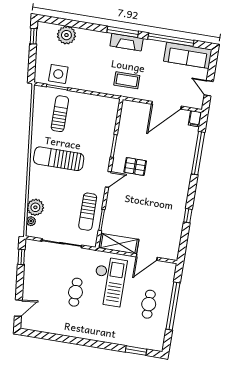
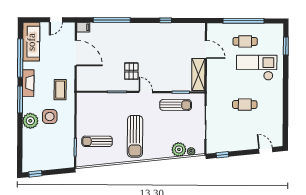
plant: (66, 35) -> (30, 121), moved
fireplace: (127, 42) -> (28, 83), moved
side table: (58, 74) -> (50, 116), moved
checkout: (109, 282) -> (257, 68), moved

